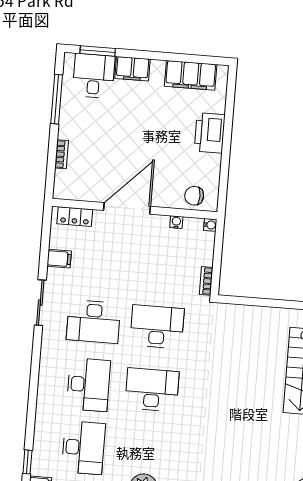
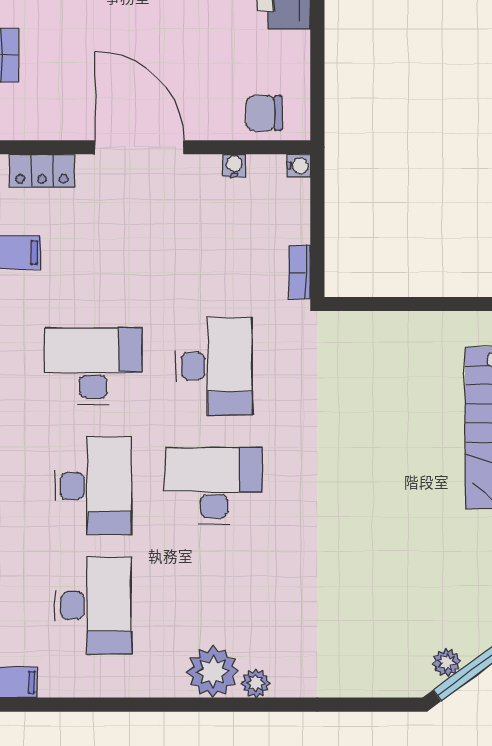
door: (127, 208) -> (139, 147), hinge flipped
desk: (94, 322) -> (93, 366), turned 180
desk: (157, 327) -> (214, 366), turned 90

